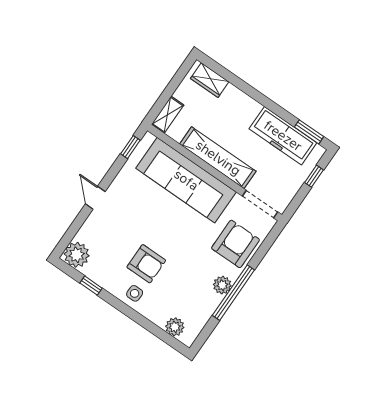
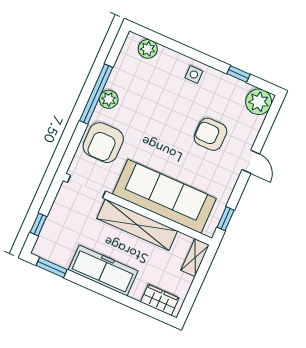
freezer: (283, 136) -> (103, 270), moved
armchair: (146, 264) -> (210, 134), moved

